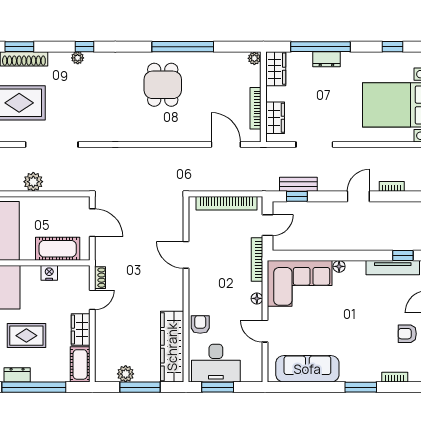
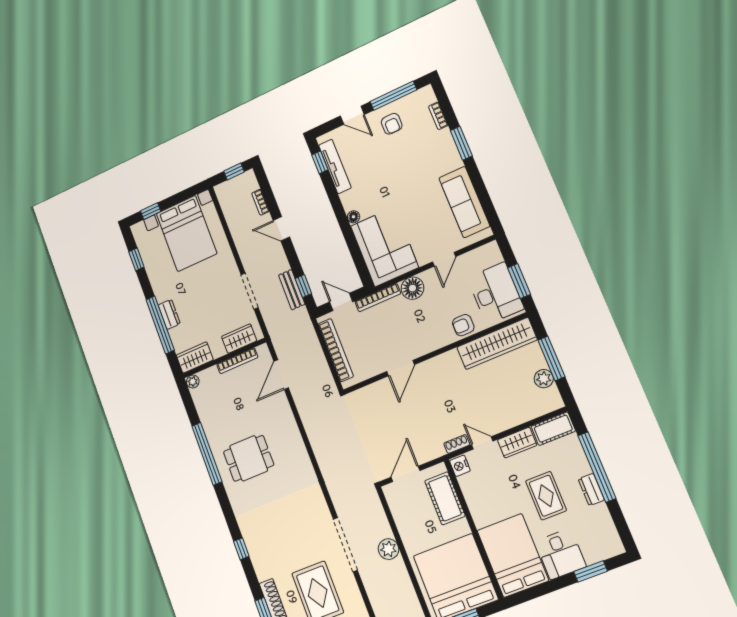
plant: (78, 58) -> (254, 552), removed
nightstand: (49, 273) -> (460, 466), moved
floor lamp: (257, 298) -> (412, 288), width x1.89, depth x1.89

